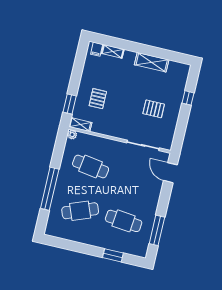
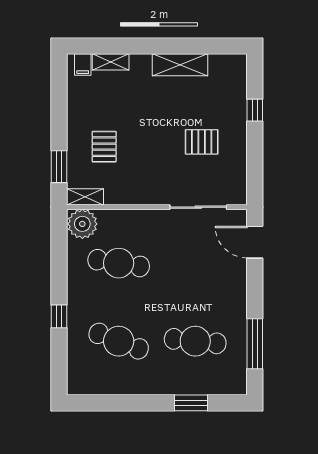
plant: (72, 135) -> (82, 224), width x1.88, depth x1.88
window: (50, 189) -> (59, 316), width x0.32
cafe table: (80, 211) -> (119, 341), turned 42

